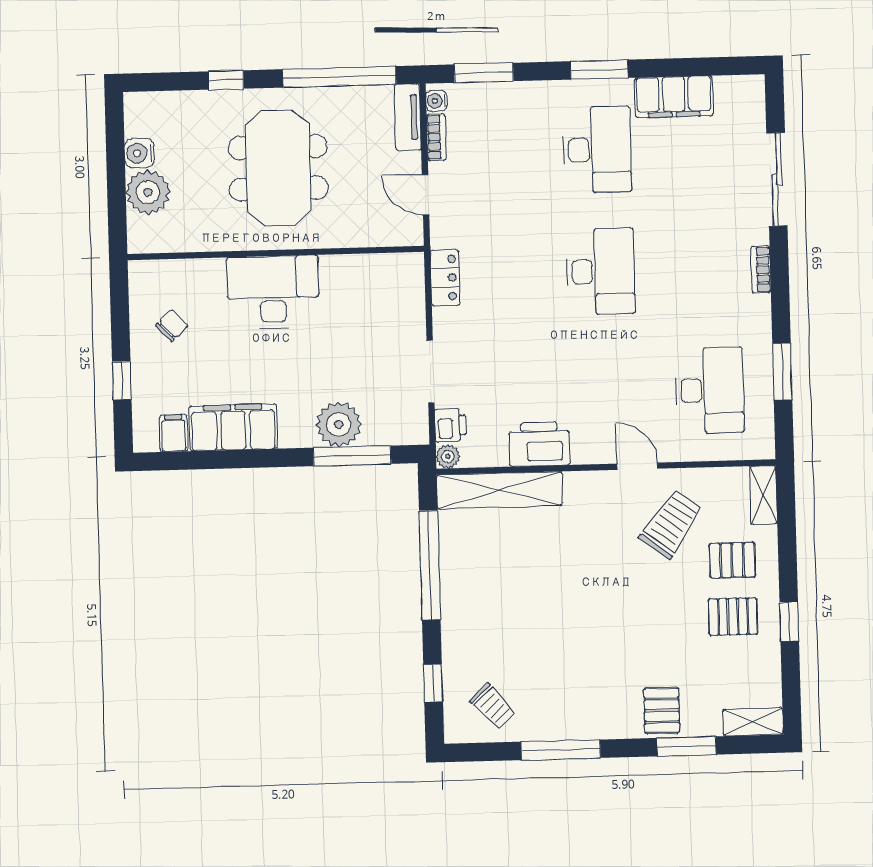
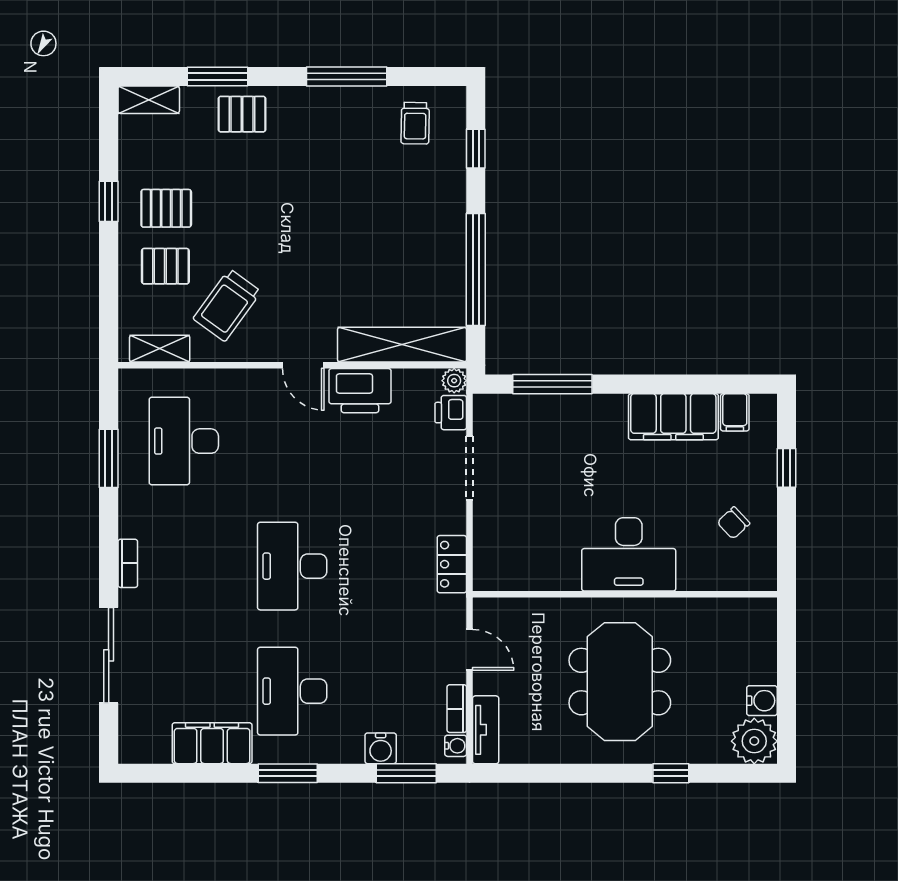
window: (339, 77) -> (554, 773), removed
water cooler: (509, 96) -> (381, 748), added
plant: (148, 192) -> (754, 741), moved
plant: (339, 424) -> (565, 417), removed
door: (637, 466) -> (303, 365), moved
shelving: (763, 495) -> (160, 349), moved, turned 90
trolley: (493, 706) -> (415, 123), turned -136
pallet: (662, 710) -> (242, 114), turned 90

